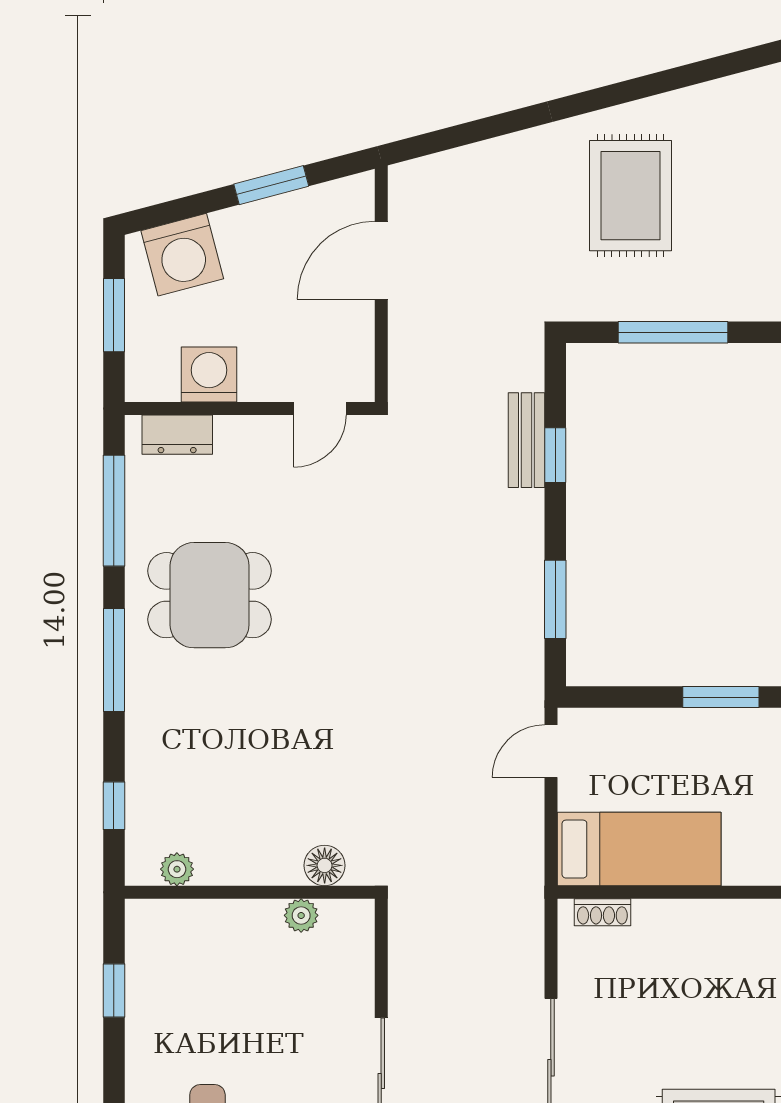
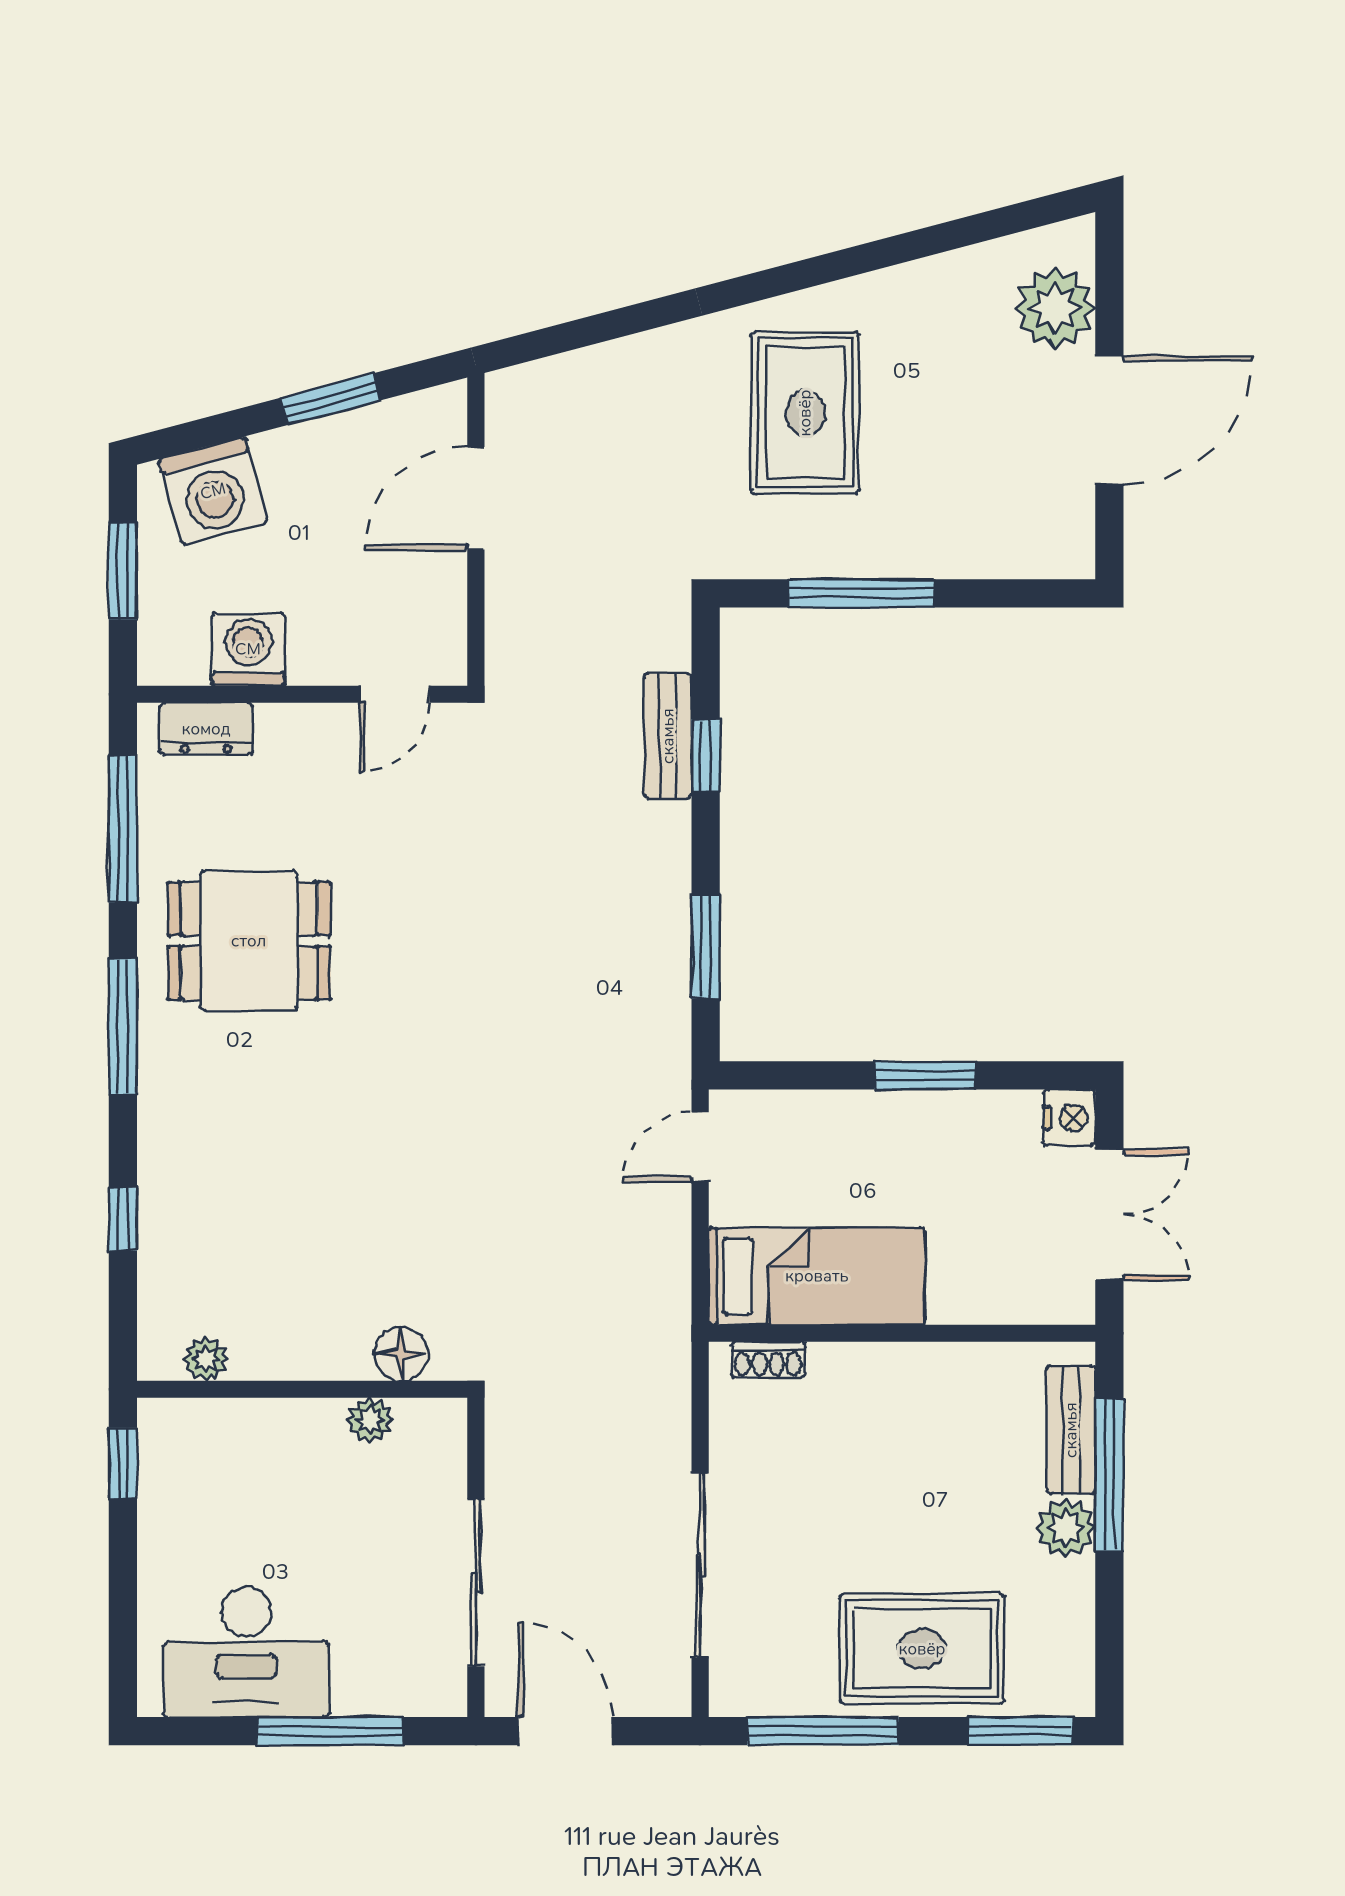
floor lamp: (325, 865) -> (401, 1354), moved
plant: (177, 869) -> (206, 1359), moved
wall: (250, 892) -> (302, 1389), moved
plant: (301, 915) -> (370, 1420), moved

